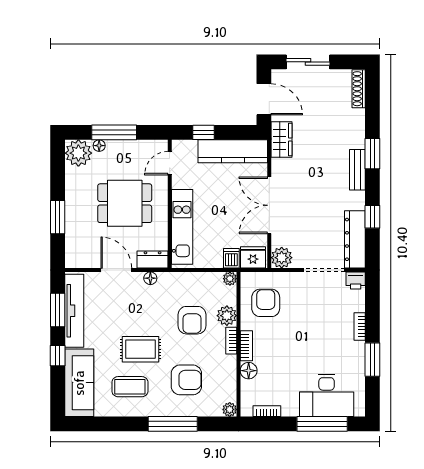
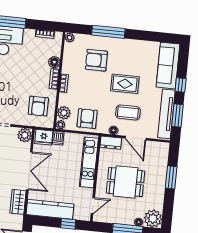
wardrobe: (281, 140) -> (18, 202), moved
plant: (227, 316) -> (64, 113), moved
armchair: (192, 320) -> (87, 119), moved
coffee table: (130, 387) -> (128, 112), moved

